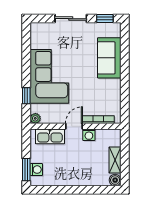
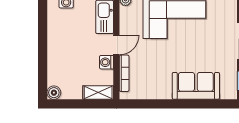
door: (74, 126) -> (116, 45), hinge flipped
shelving: (115, 160) -> (98, 93), moved

